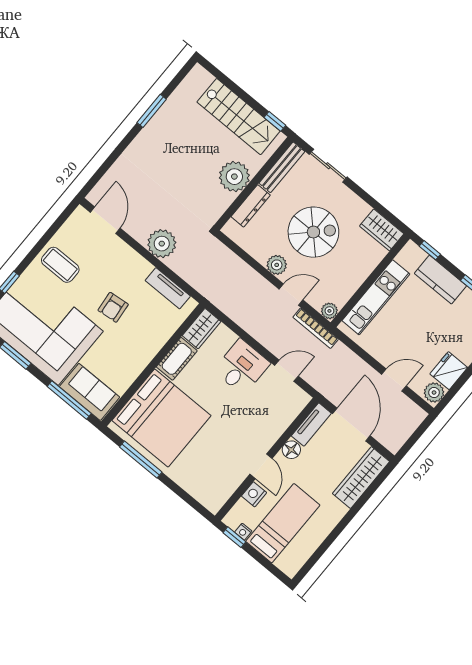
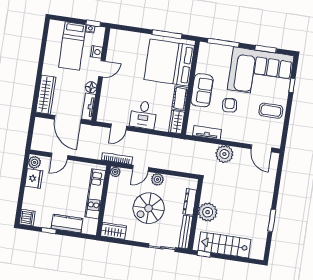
window: (430, 250) -> (82, 236), removed
sofa: (90, 392) -> (202, 90), moved, turned -90
door: (261, 466) -> (102, 69), swing flipped

